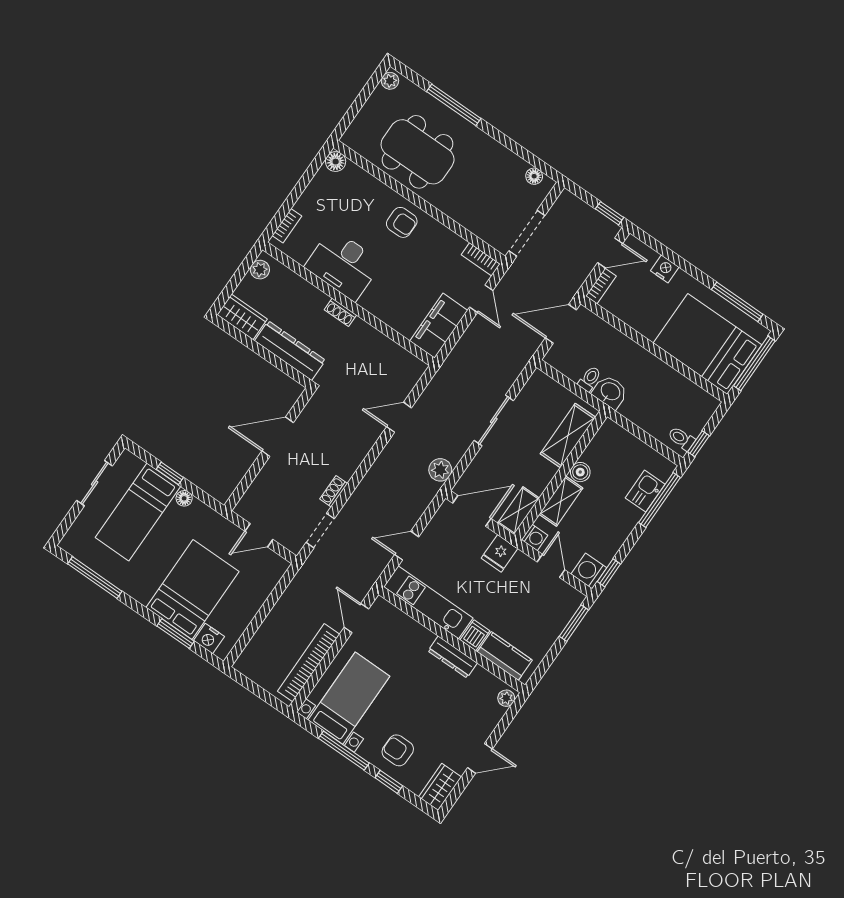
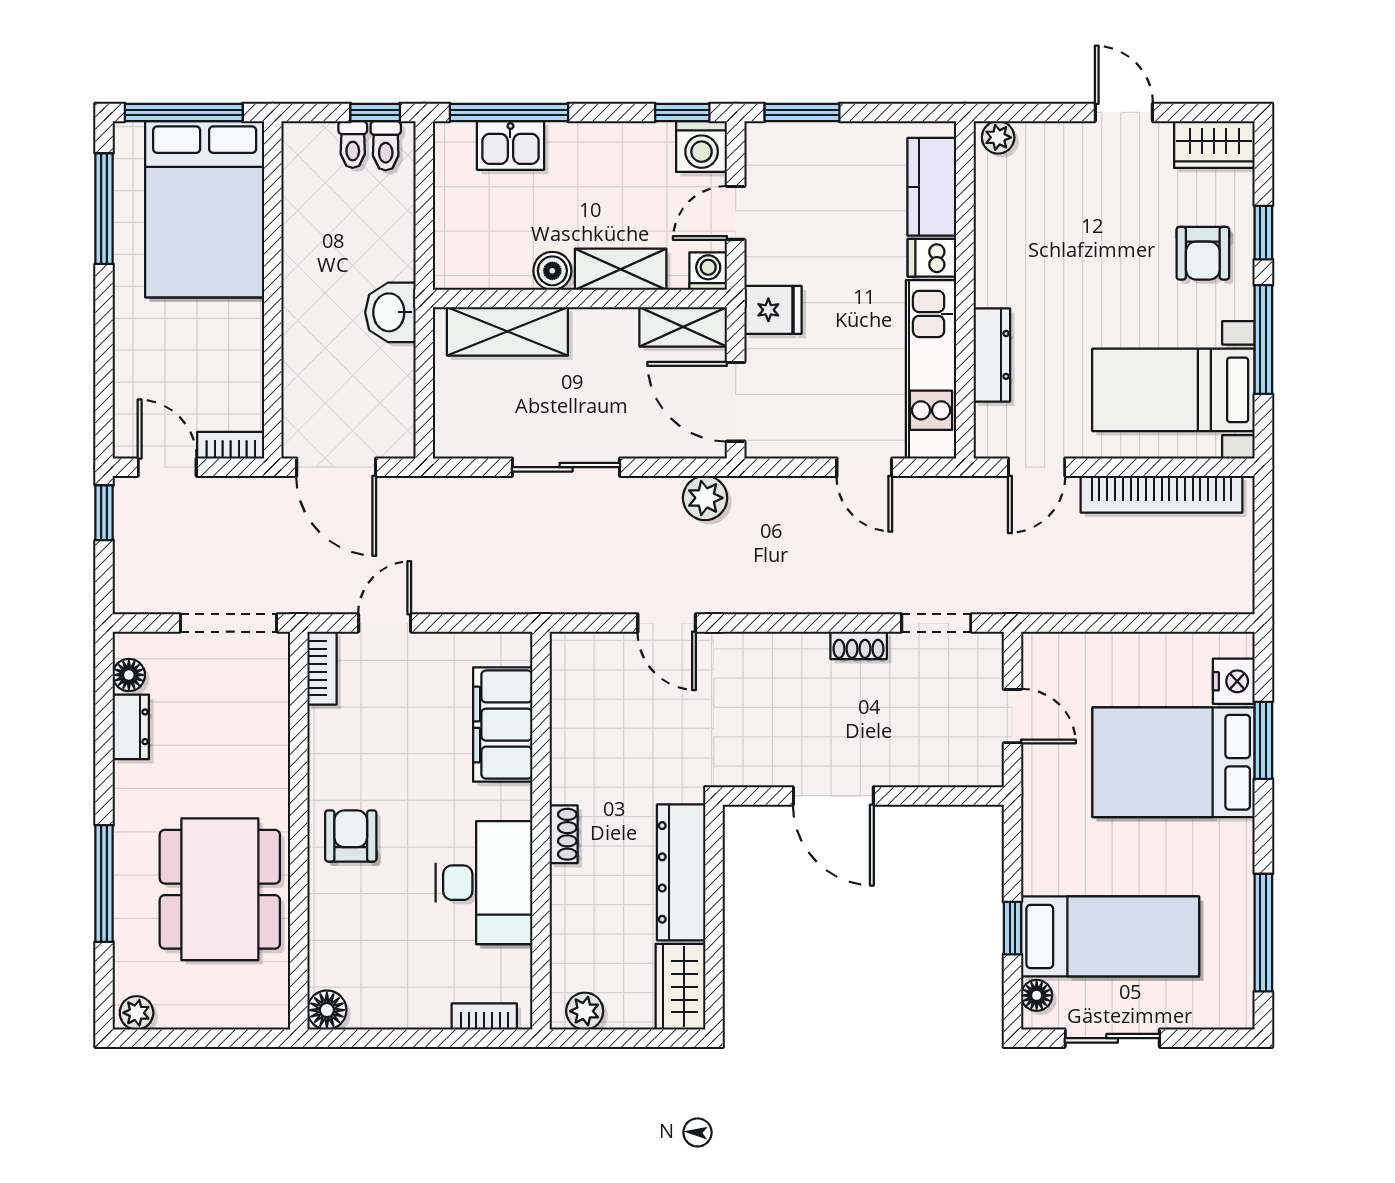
dresser: (512, 162) -> (131, 727), added
nightstand: (665, 269) -> (132, 362), removed
filing cabinet: (439, 326) -> (503, 725), moved, turned 90
toilet: (590, 379) -> (353, 144), moved, turned -90
floor lamp: (184, 498) -> (1037, 995), moved
dresser: (453, 657) -> (992, 355), moved

